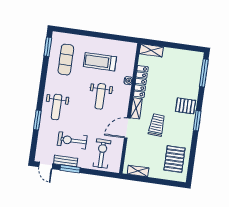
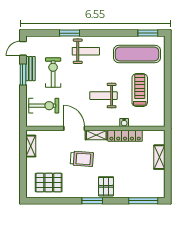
shelving: (151, 50) -> (159, 157), moved
exercise mat: (66, 60) -> (137, 54), width x1.36, depth x1.45
weight bench: (57, 107) -> (86, 51), turned 180

